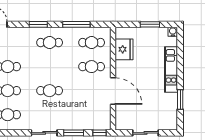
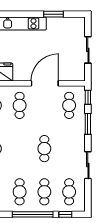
cafe table: (92, 115) -> (69, 105), added
sliding door: (44, 133) -> (88, 165), moved

